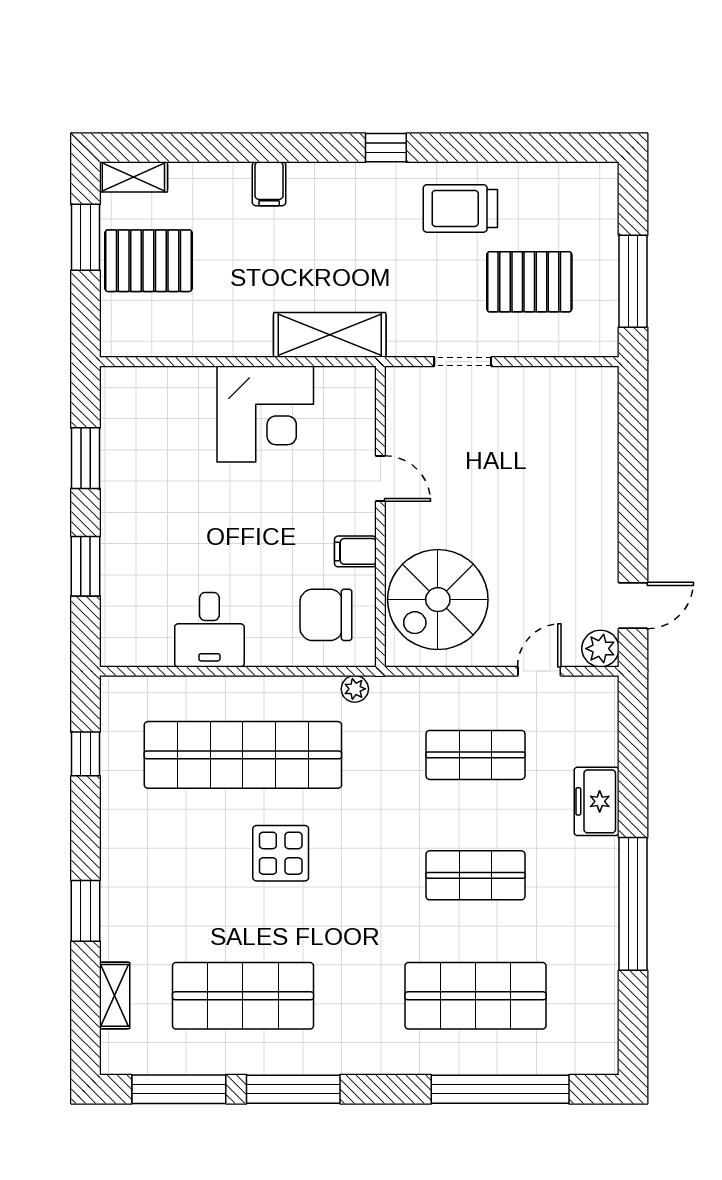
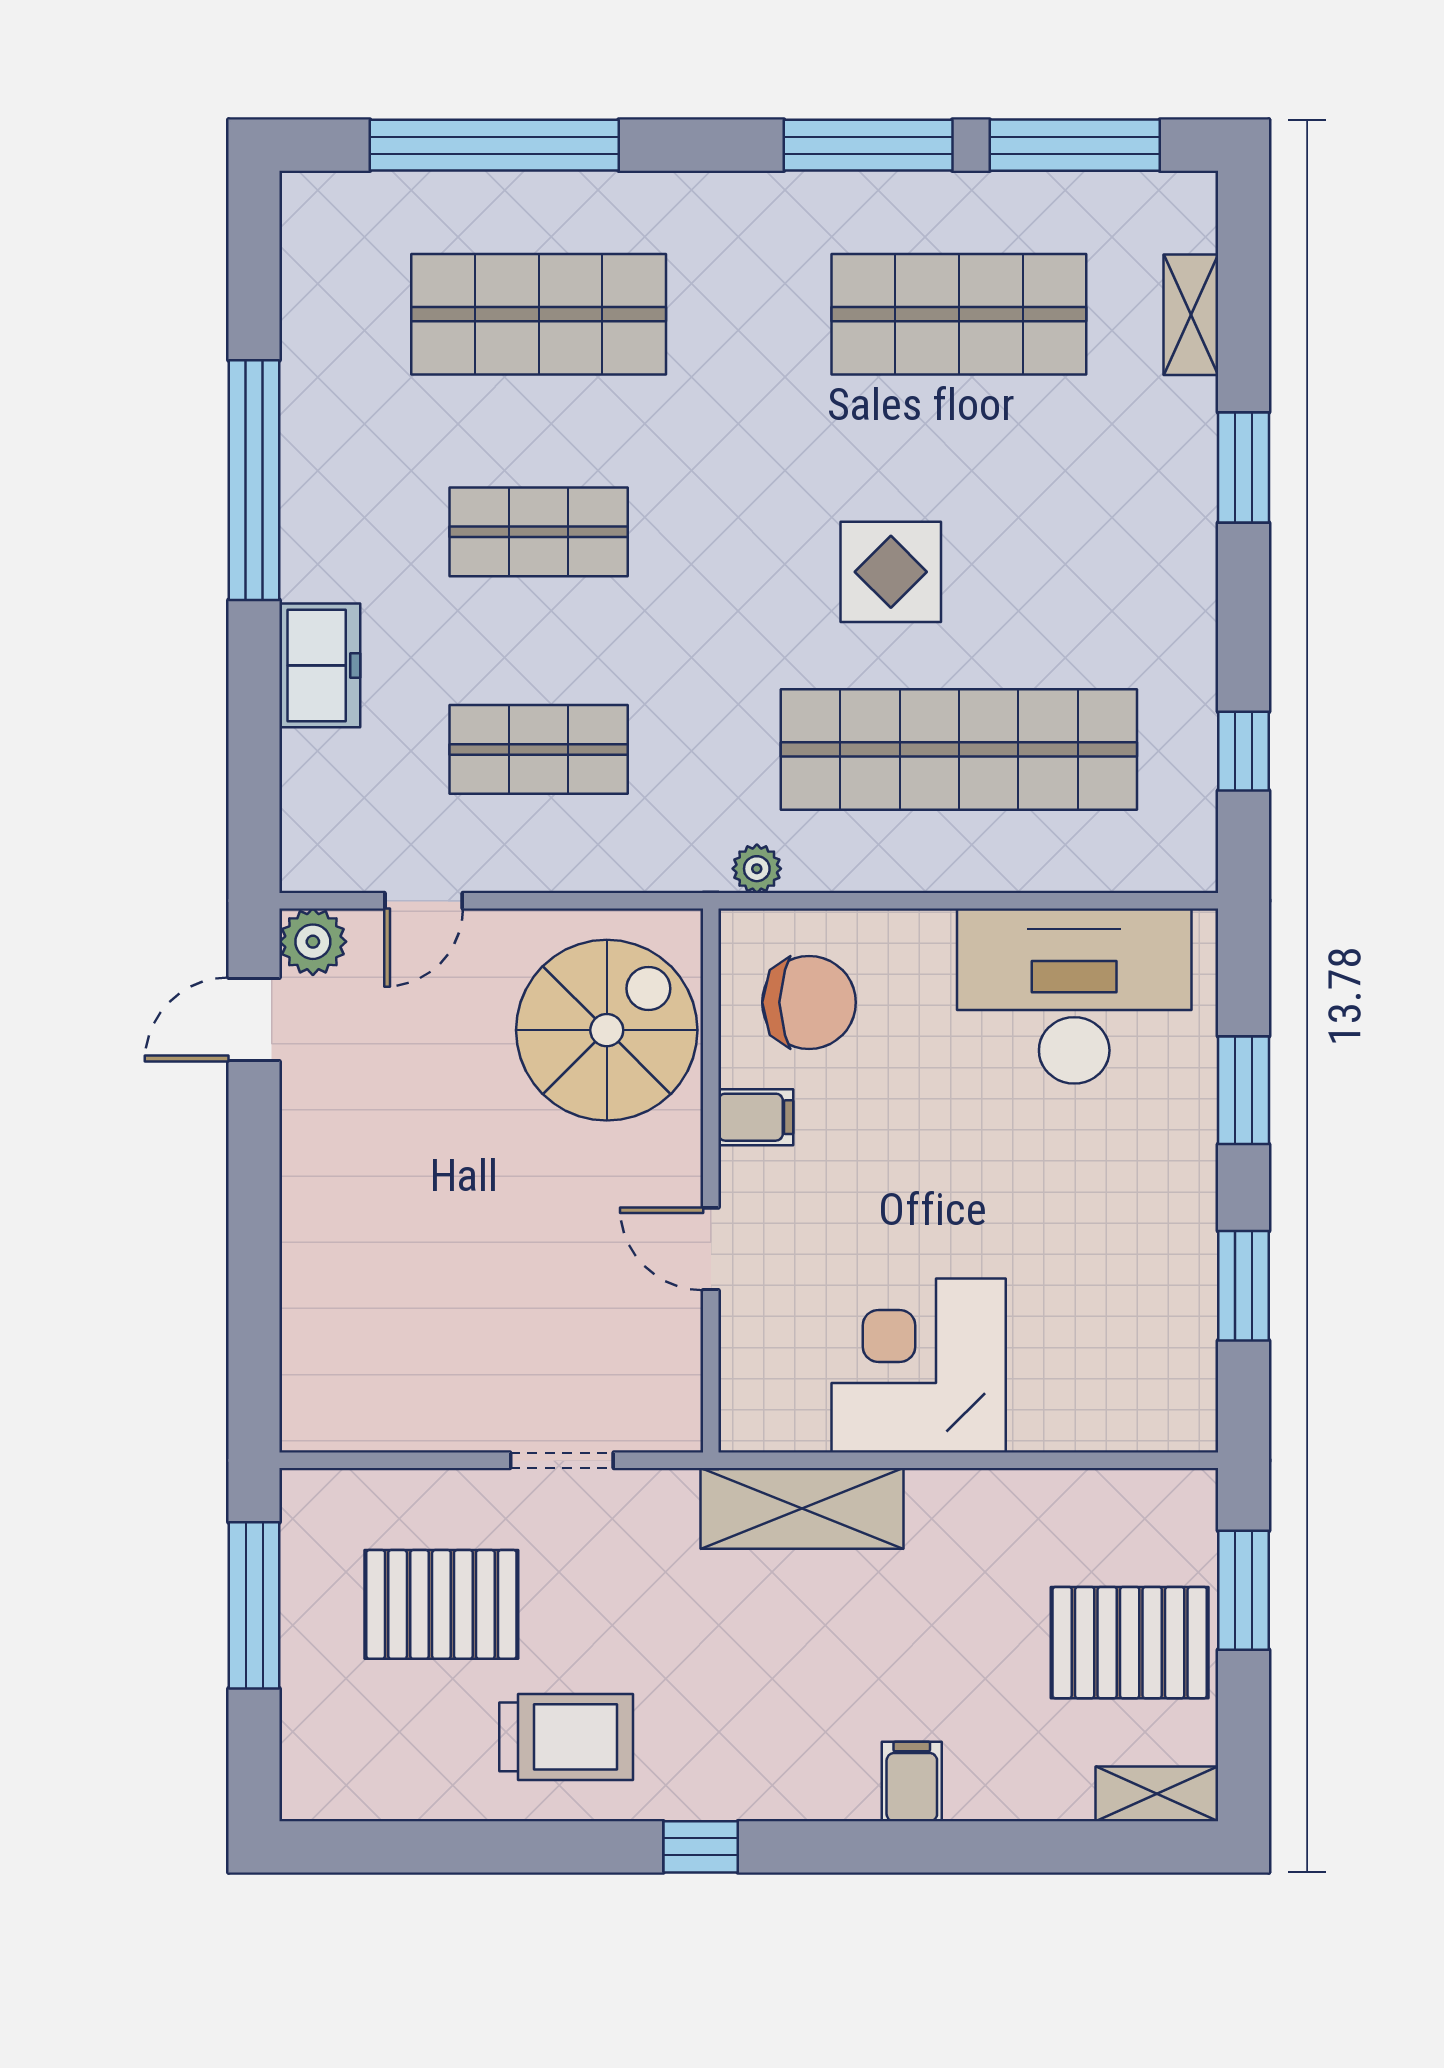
window: (85, 237) -> (1244, 1590), moved
desk: (209, 630) -> (1074, 996), width x1.87, depth x1.30

